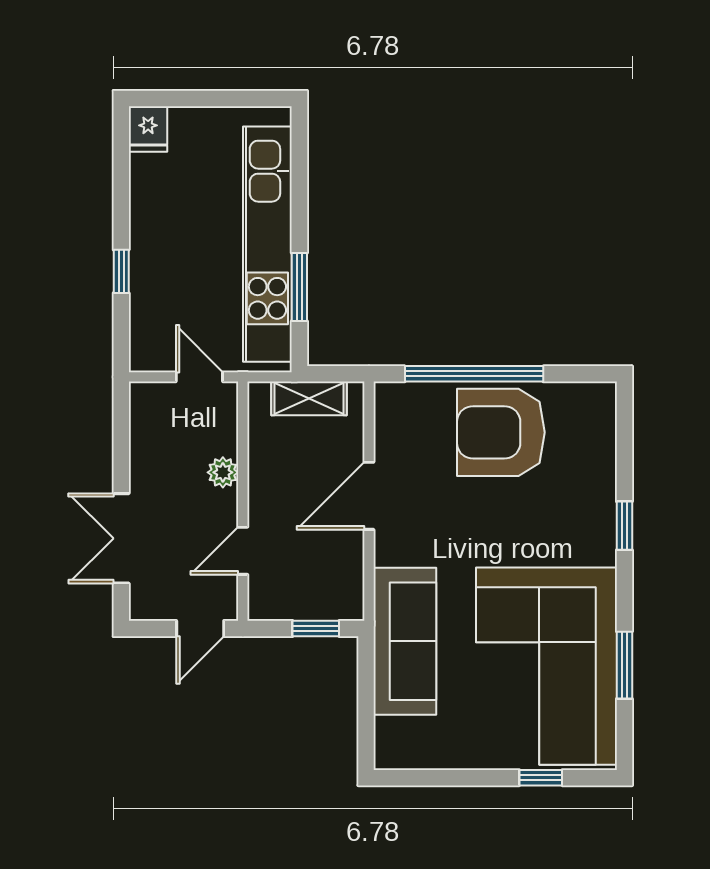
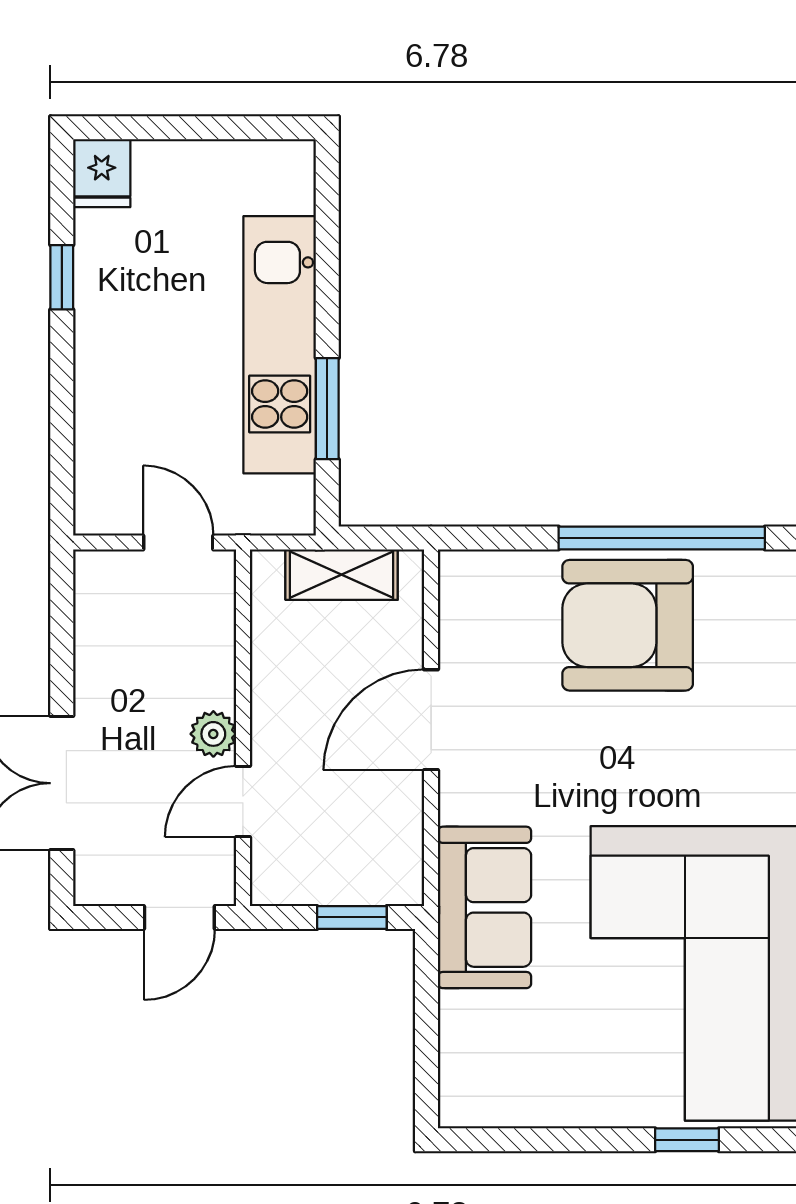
kitchen unit: (267, 244) -> (280, 345), width x0.73
window: (121, 271) -> (62, 277), moved
window: (474, 374) -> (662, 538), moved
plant: (223, 472) -> (213, 734), moved
sofa: (405, 641) -> (485, 907), width x0.73

